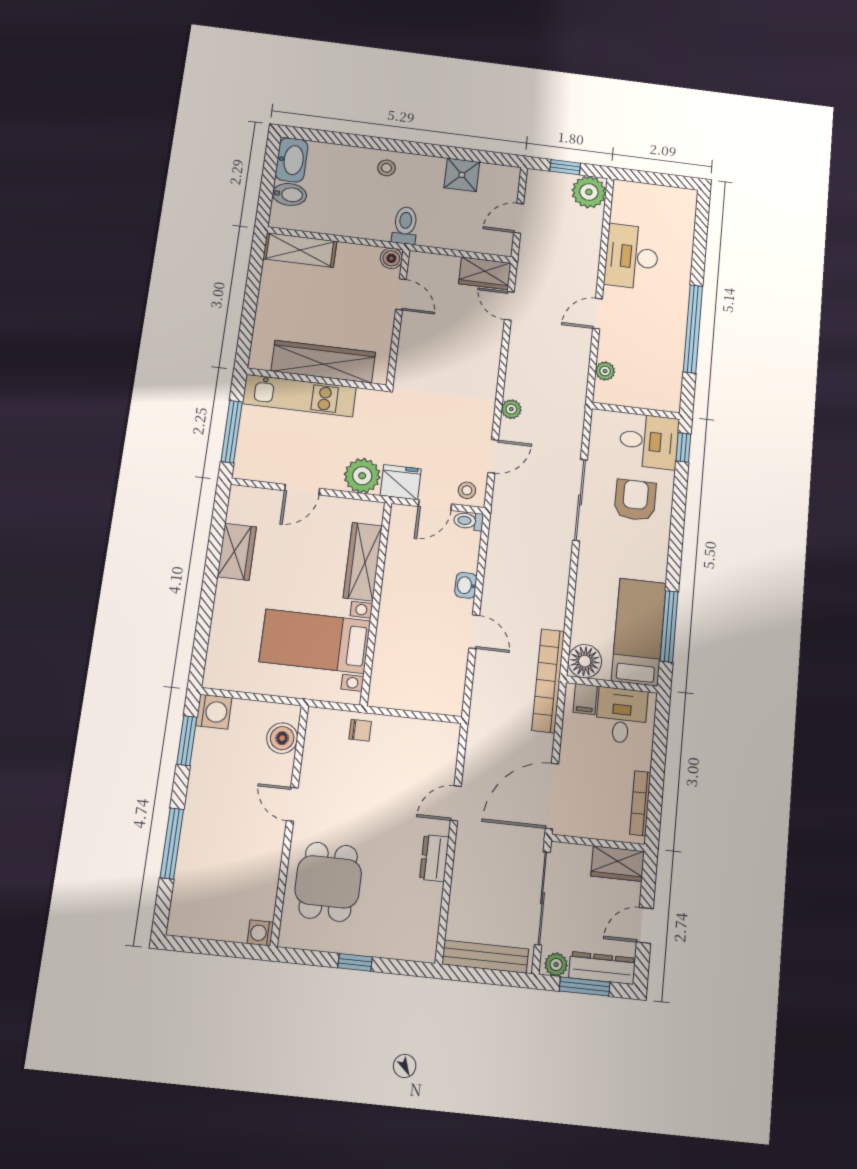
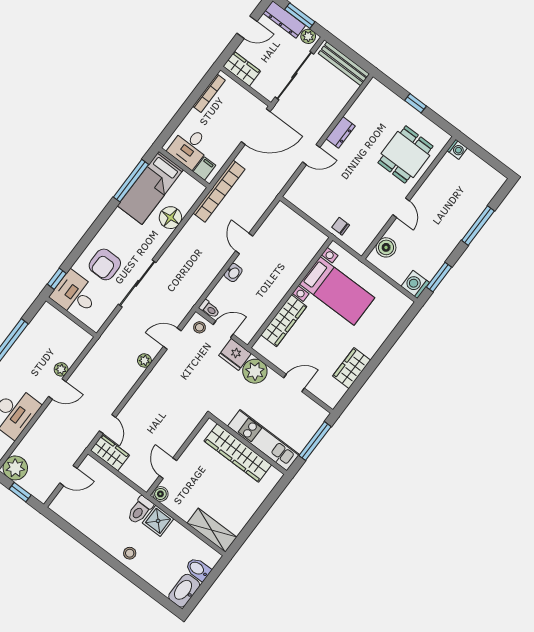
shower: (462, 175) -> (158, 521), moved
plant: (605, 371) -> (61, 369), moved
floor lamp: (585, 661) -> (170, 218), moved

